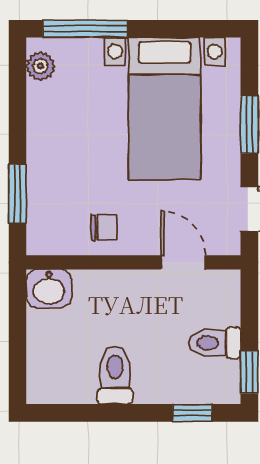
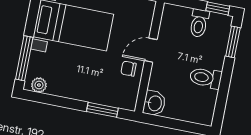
chair: (104, 228) -> (129, 69), turned -90
door: (183, 262) -> (151, 50), moved
window: (192, 413) -> (233, 42), width x1.50

